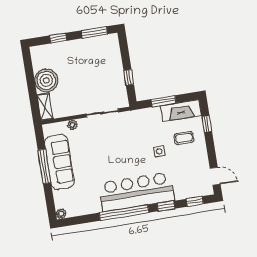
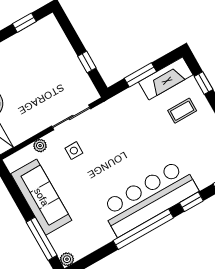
window: (94, 32) -> (24, 23), width x0.67
side table: (159, 151) -> (74, 151), moved
window: (44, 166) -> (42, 239), moved

